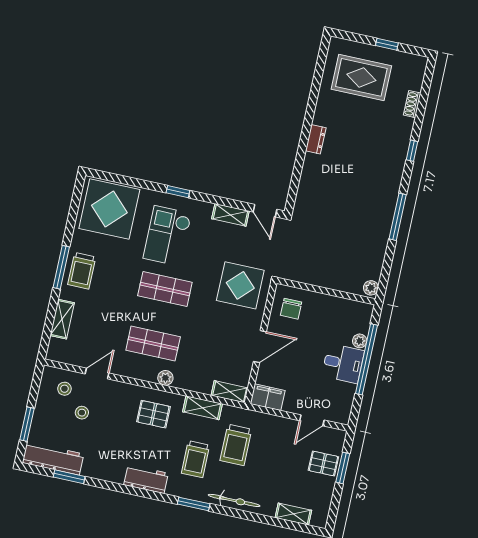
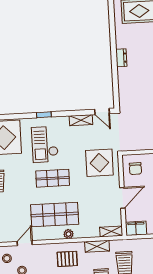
shop shelf: (153, 343) -> (55, 215), width x1.43, depth x1.36

